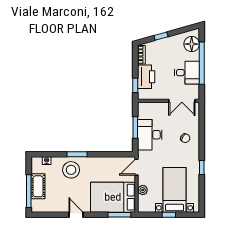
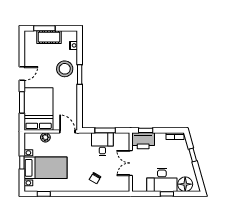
window: (202, 63) -> (167, 194), width x0.32
desk: (187, 73) -> (162, 180), width x1.37
printer: (146, 77) -> (143, 141), moved
double door: (182, 101) -> (131, 163), moved
desk: (150, 135) -> (102, 144), width x0.73
window: (202, 167) -> (44, 194), moved
window: (29, 191) -> (44, 28), width x0.69
window: (119, 215) -> (22, 102), moved

